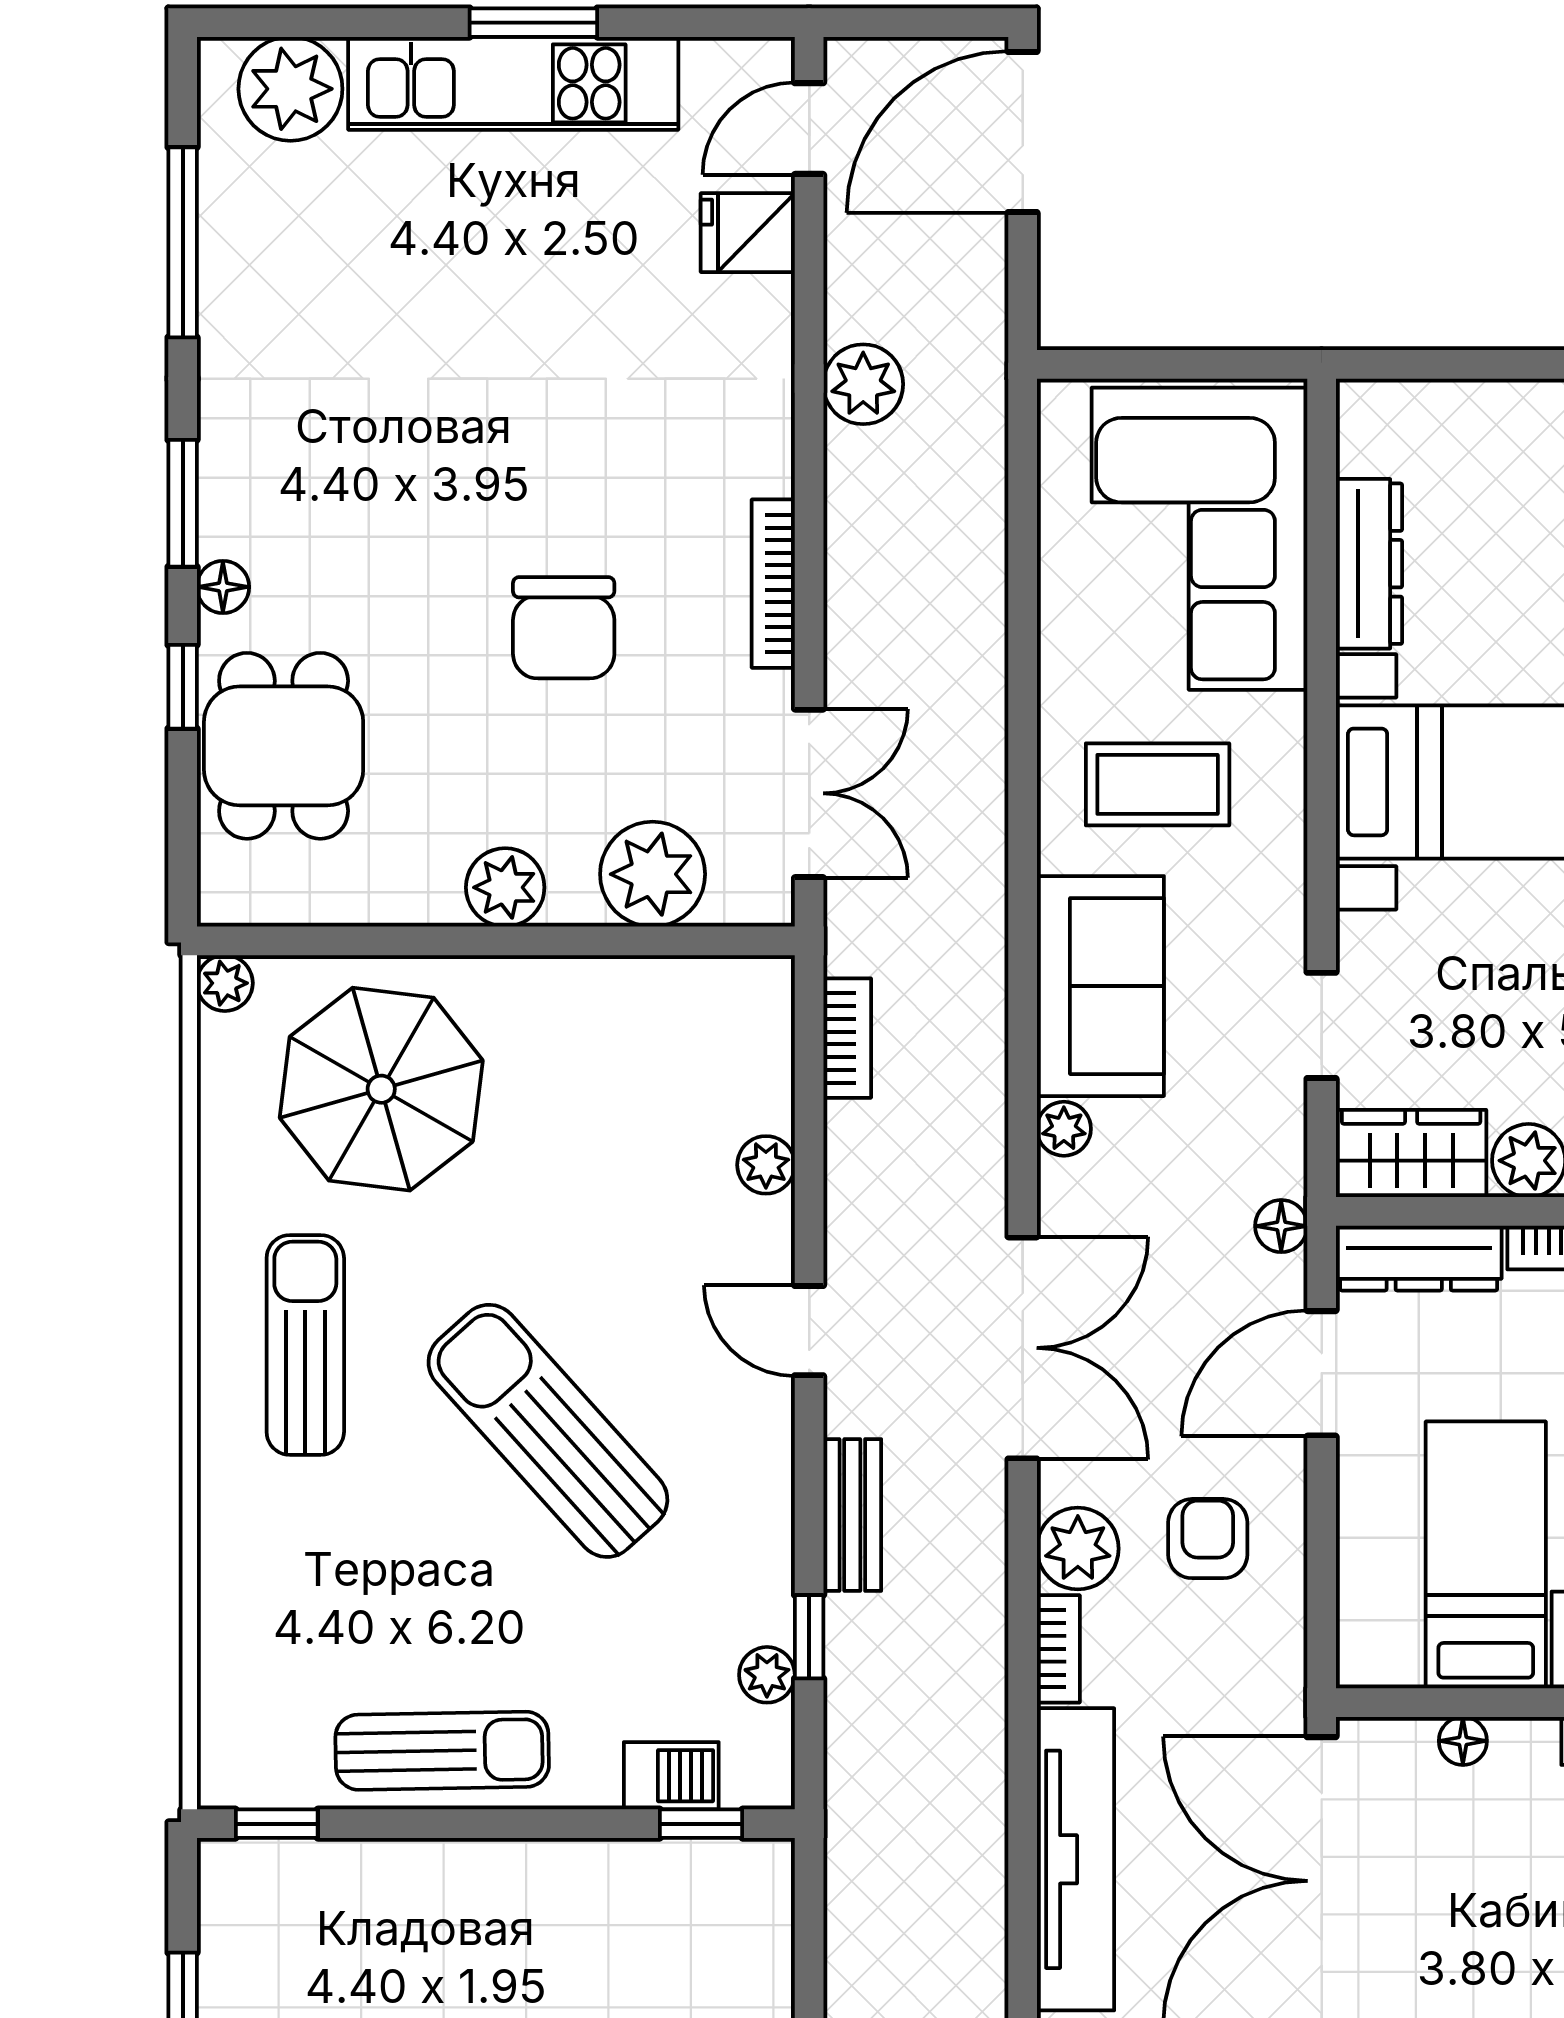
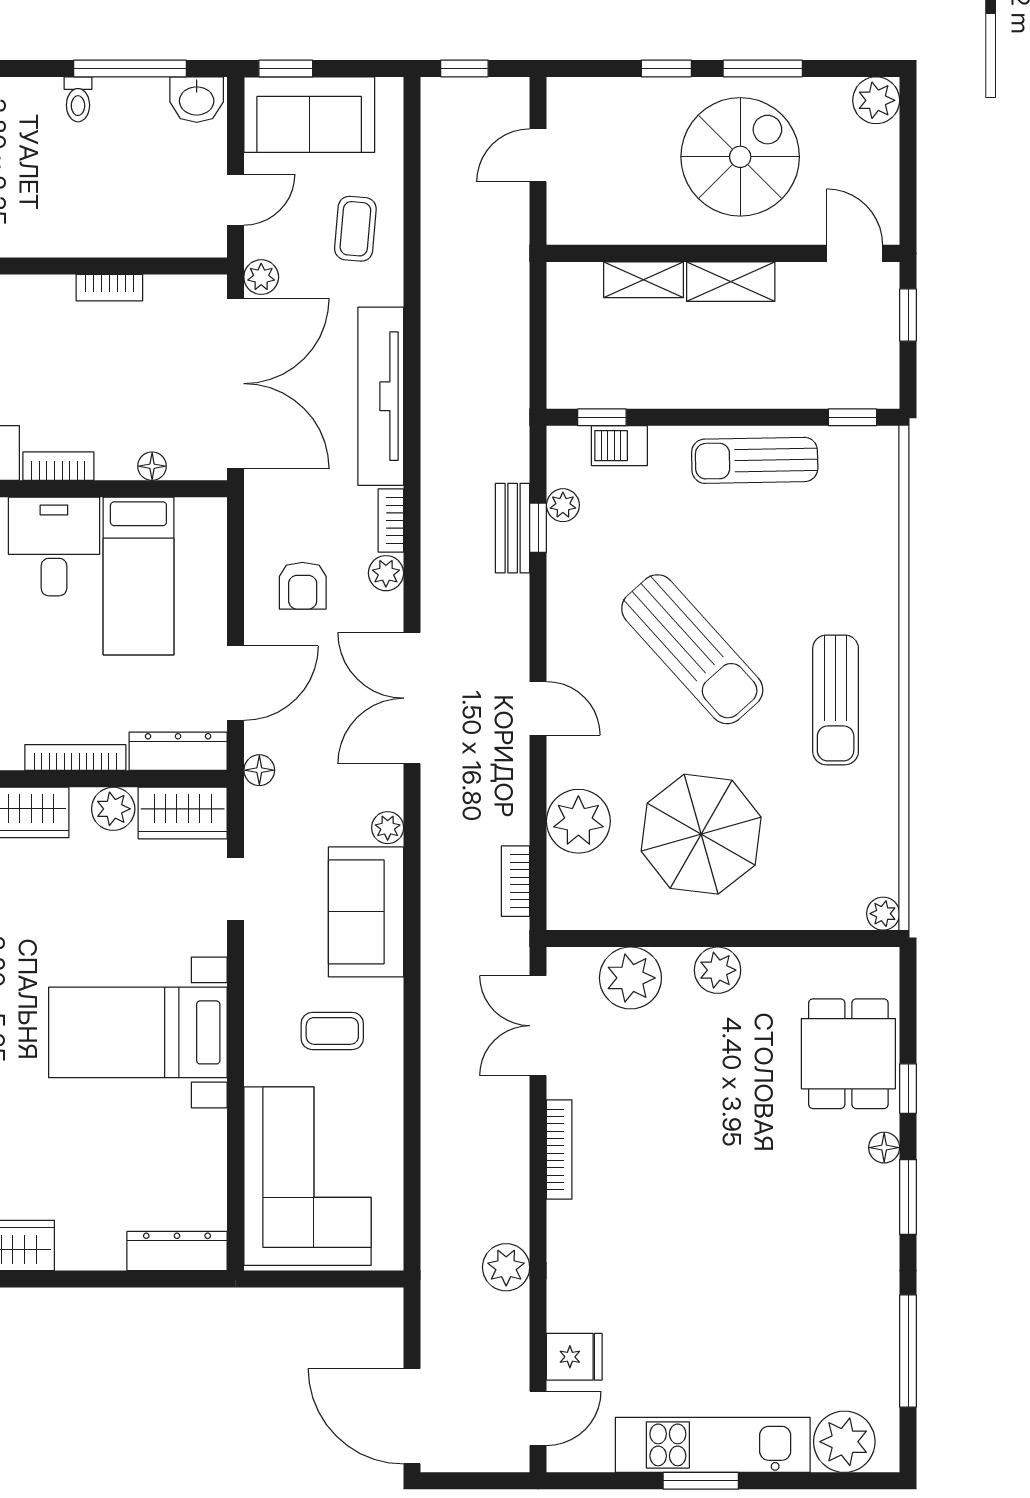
door: (1023, 132) -> (412, 1416), swing flipped
dresser: (1369, 564) -> (177, 1251), moved, turned 90
chair: (564, 628) -> (683, 1123), removed
coffee table: (1158, 784) -> (332, 1031), width x0.73, depth x0.77
parasol: (381, 1089) -> (701, 834), moved
plant: (766, 1165) -> (578, 821), width x1.88, depth x1.88
bench: (852, 1515) -> (513, 528), moved
plant: (1078, 1549) -> (386, 573), width x0.73, depth x0.73

